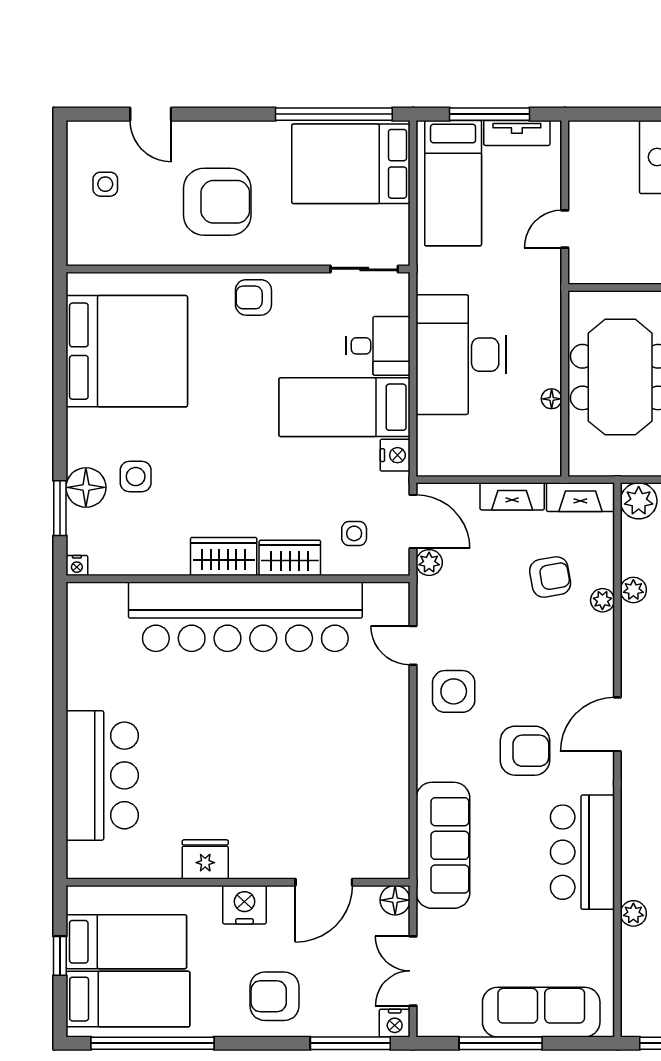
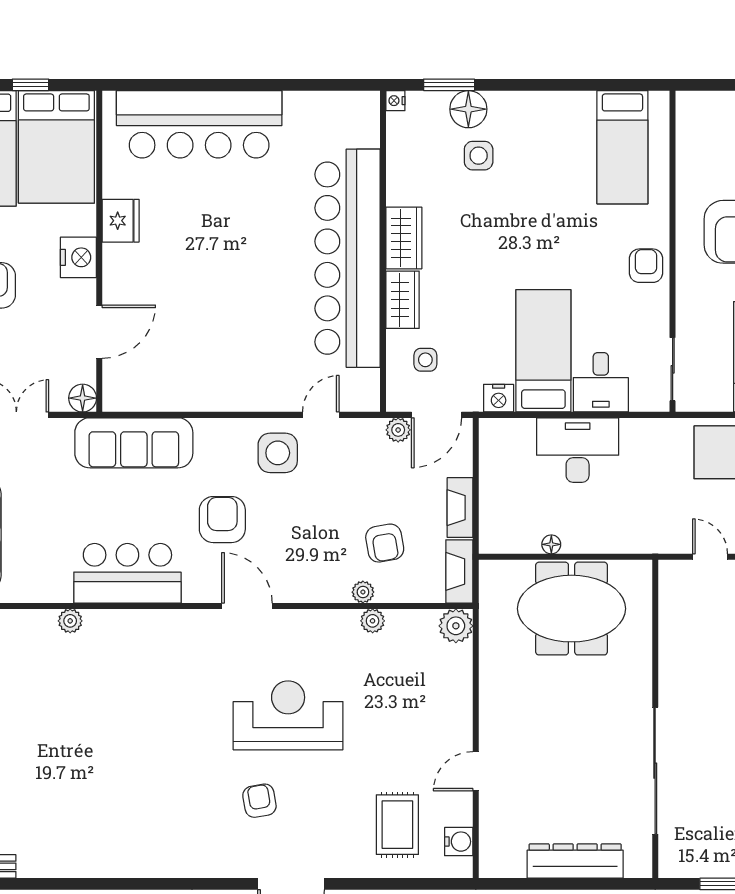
bed: (127, 351) -> (622, 147), width x0.49
desk: (461, 355) -> (578, 450), width x0.73, depth x0.77
armchair: (525, 751) -> (222, 520), turned 180
bar counter: (102, 775) -> (199, 124), width x1.36
door: (324, 882) -> (99, 332), swing flipped
bed: (126, 942) -> (56, 147), width x1.50

